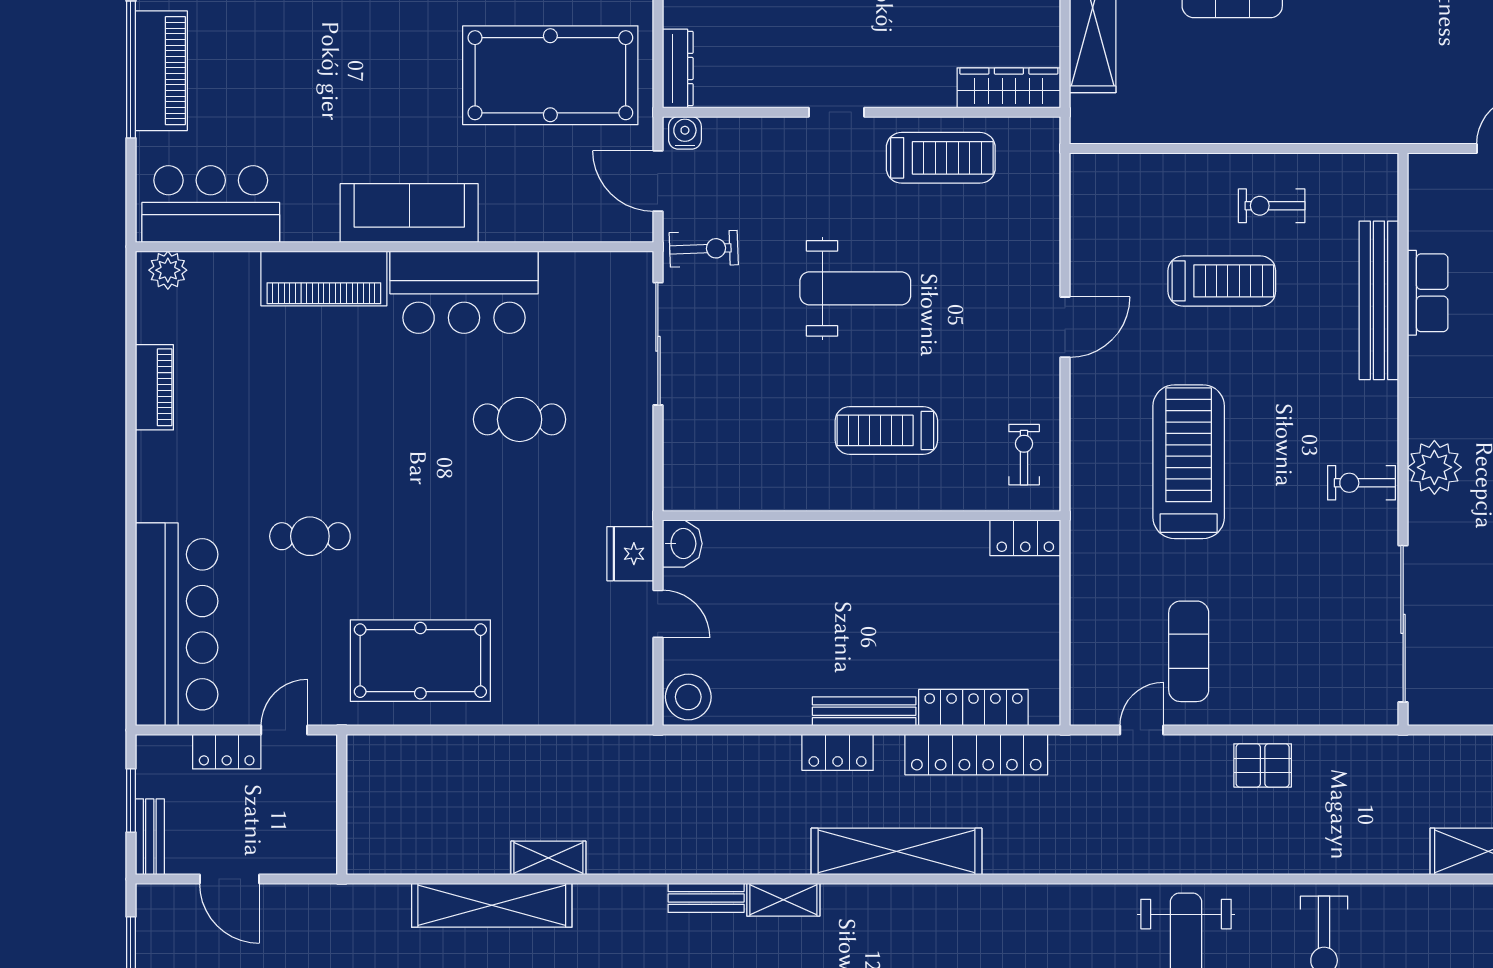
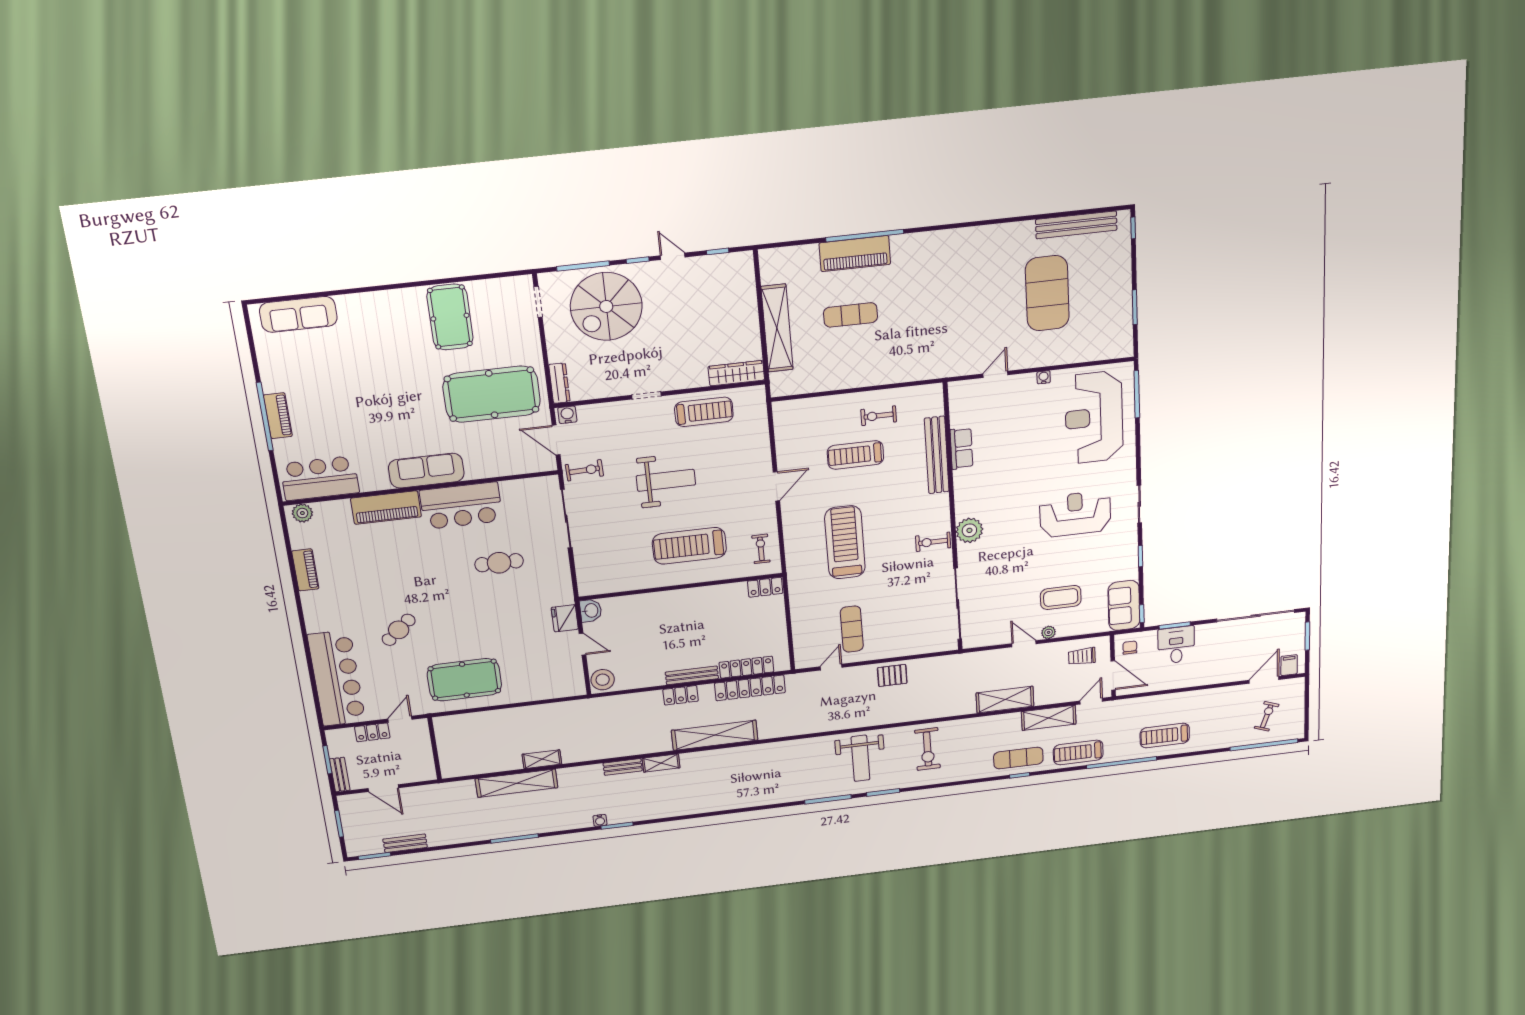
piano: (161, 71) -> (278, 416), width x0.73, depth x0.75
treadmill: (1222, 281) -> (855, 455), turned 180
treadmill: (886, 430) -> (689, 546), width x1.37, depth x1.38
cafe table: (310, 536) -> (399, 630), turned -41

